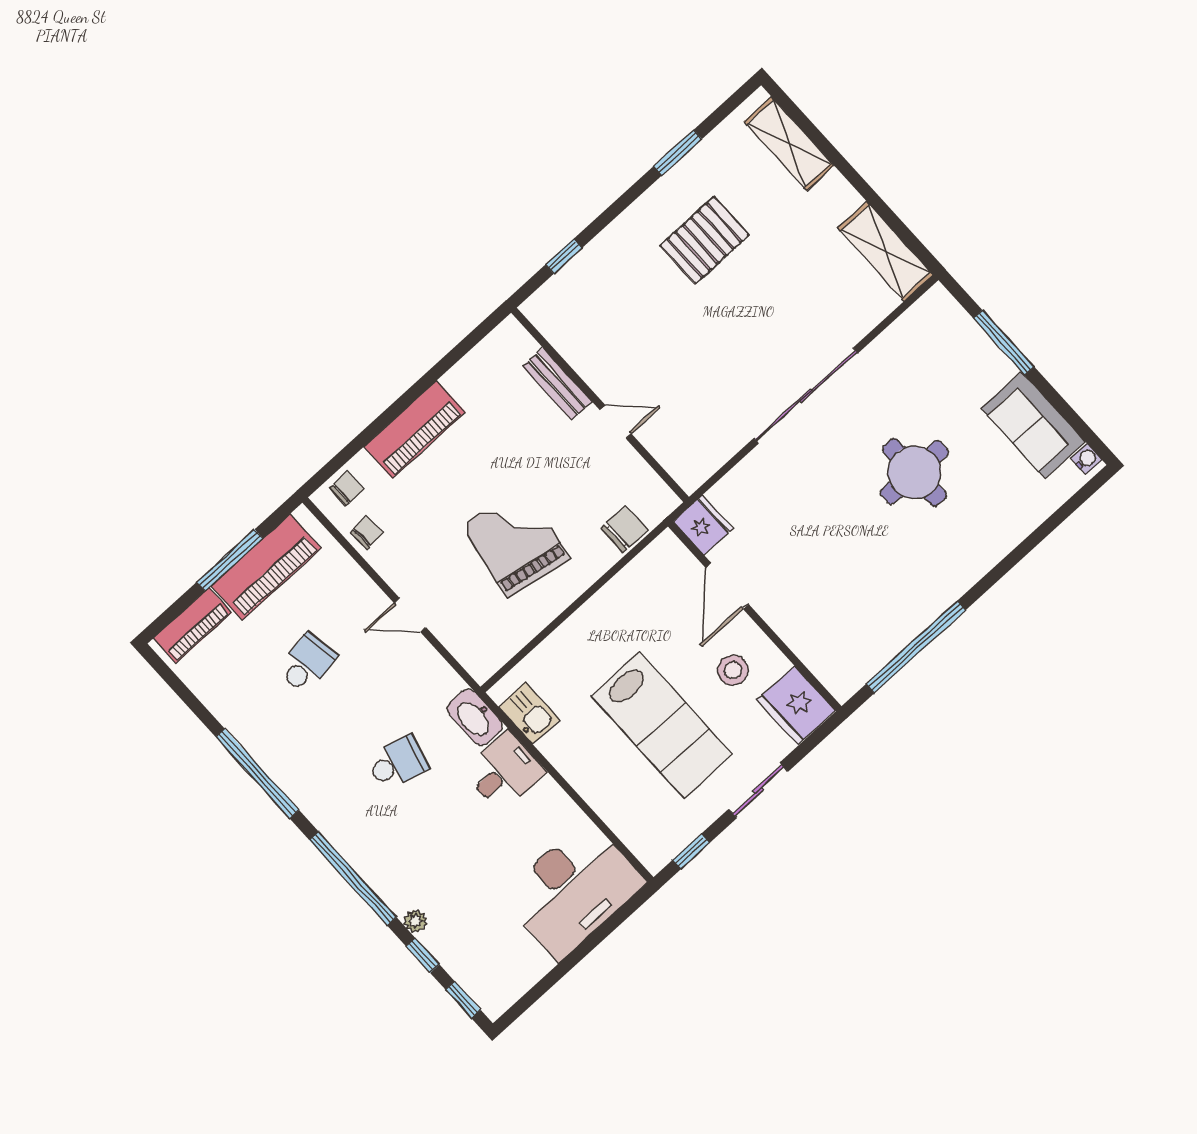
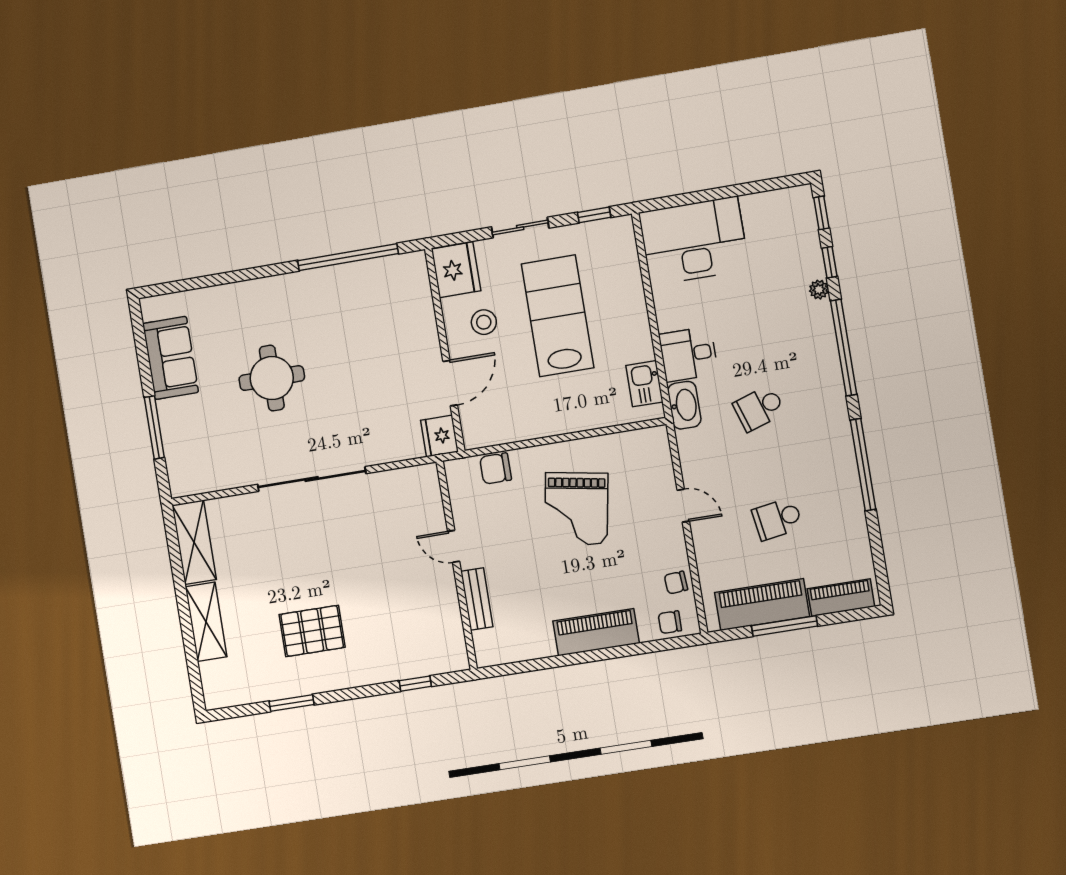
shelving: (789, 144) -> (206, 622), moved
water cooler: (1086, 459) -> (150, 311), removed
school desk: (398, 763) -> (759, 408), turned -33

